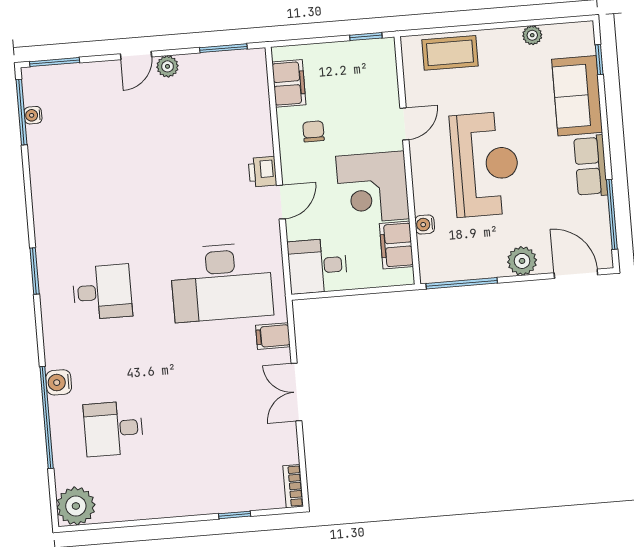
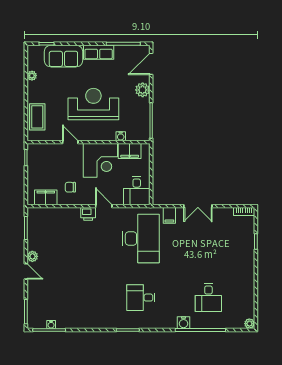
desk: (102, 292) -> (141, 298), turned -90
plant: (76, 506) -> (249, 324), width x0.53, depth x0.53

